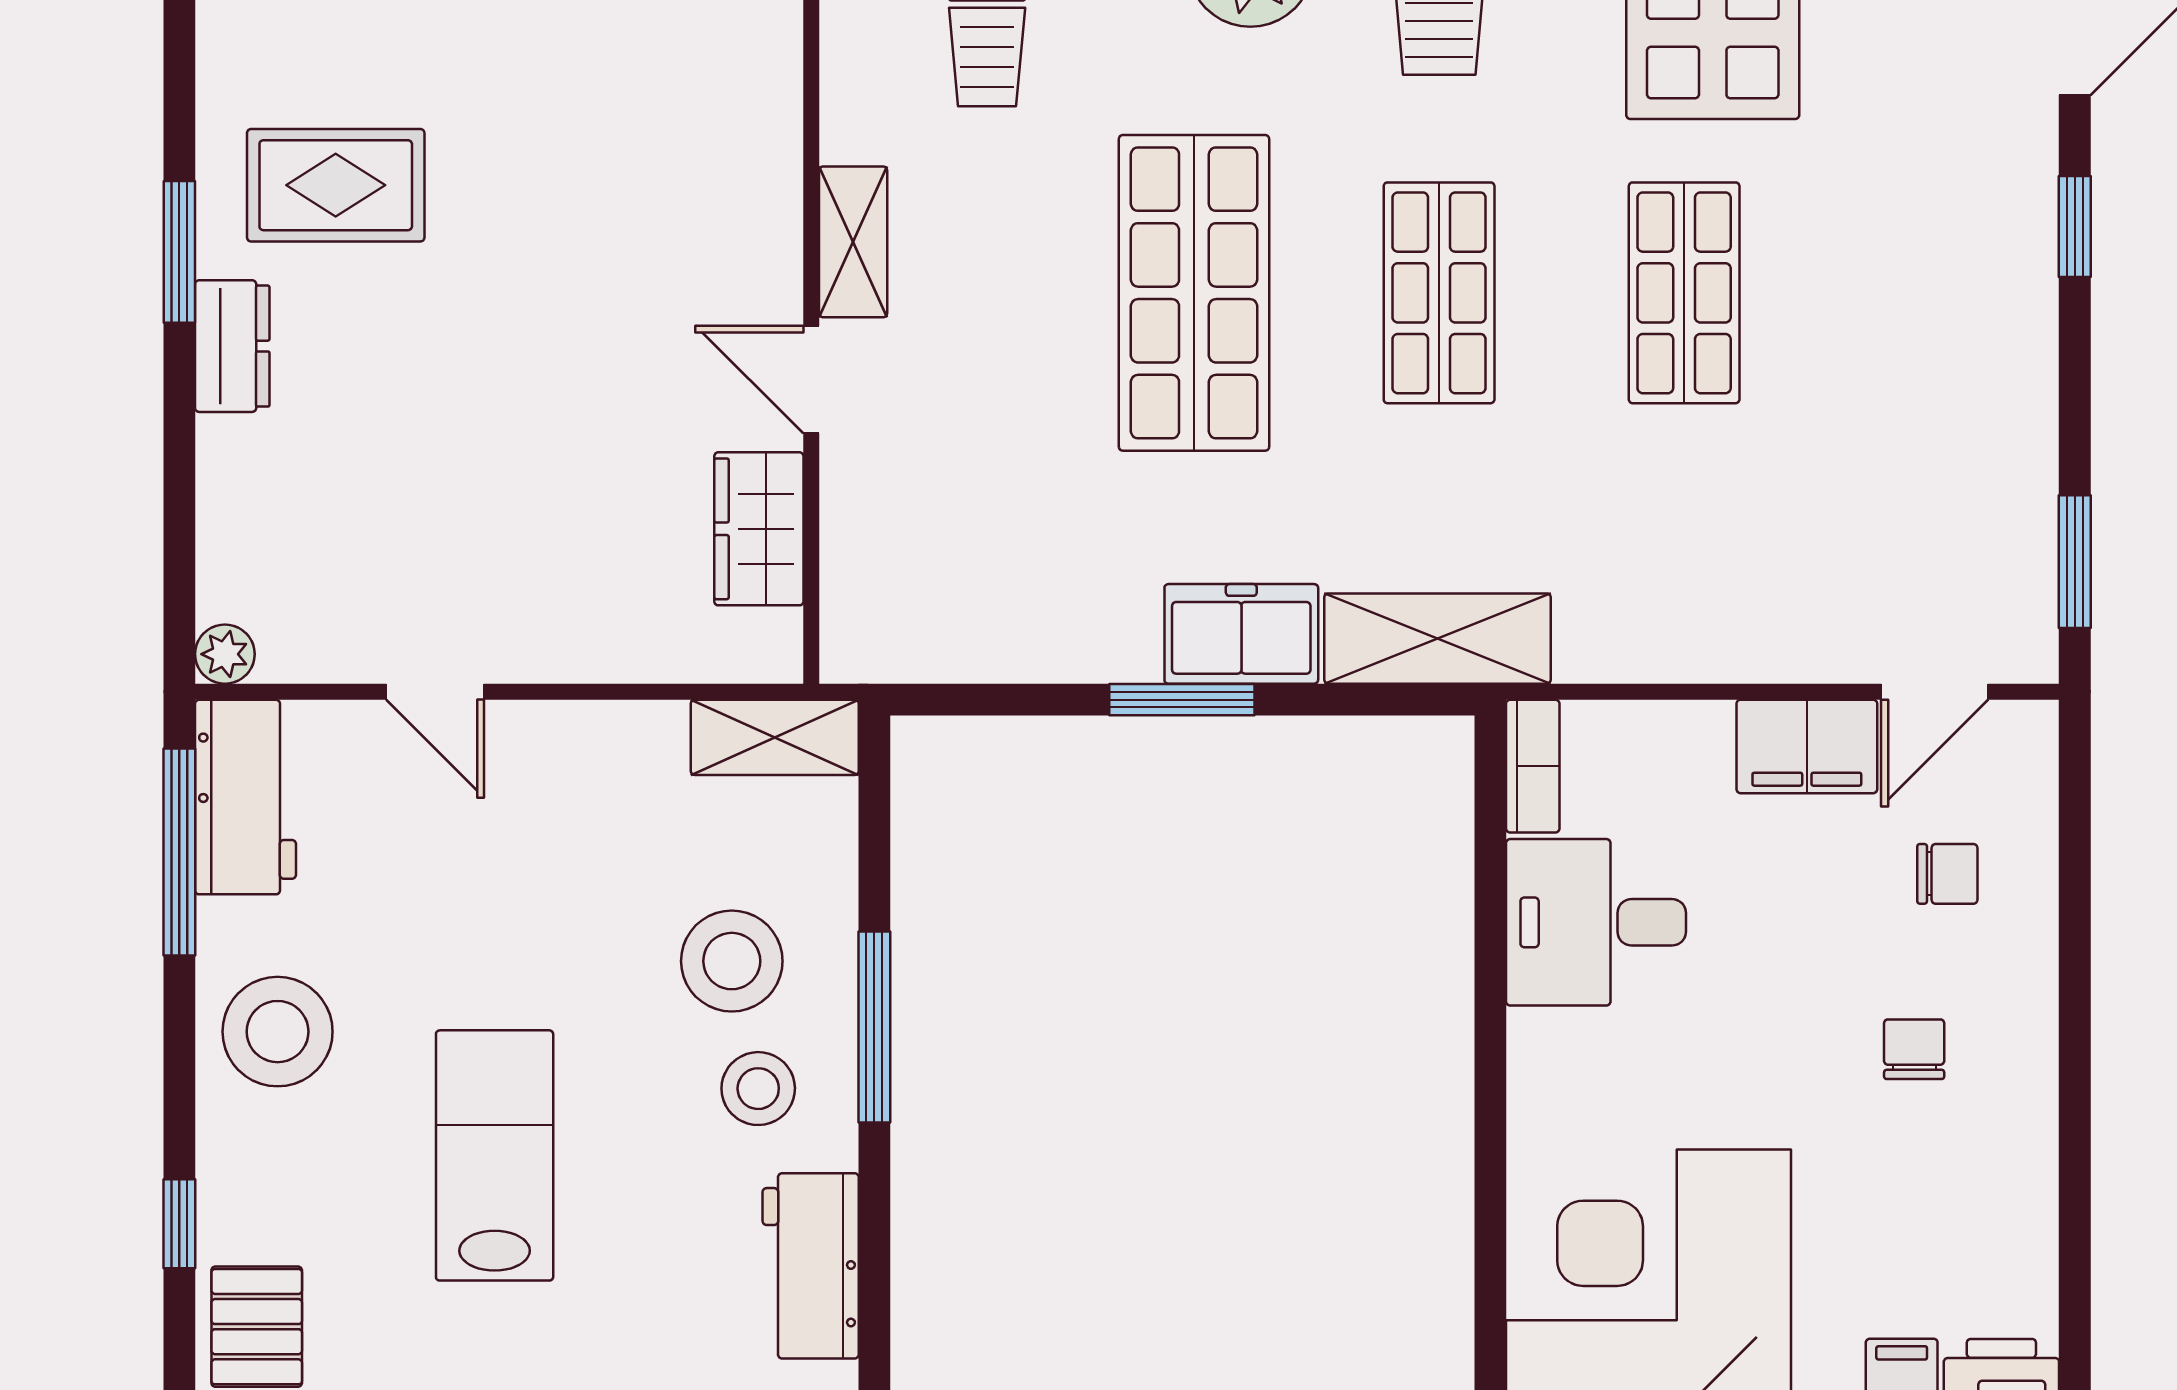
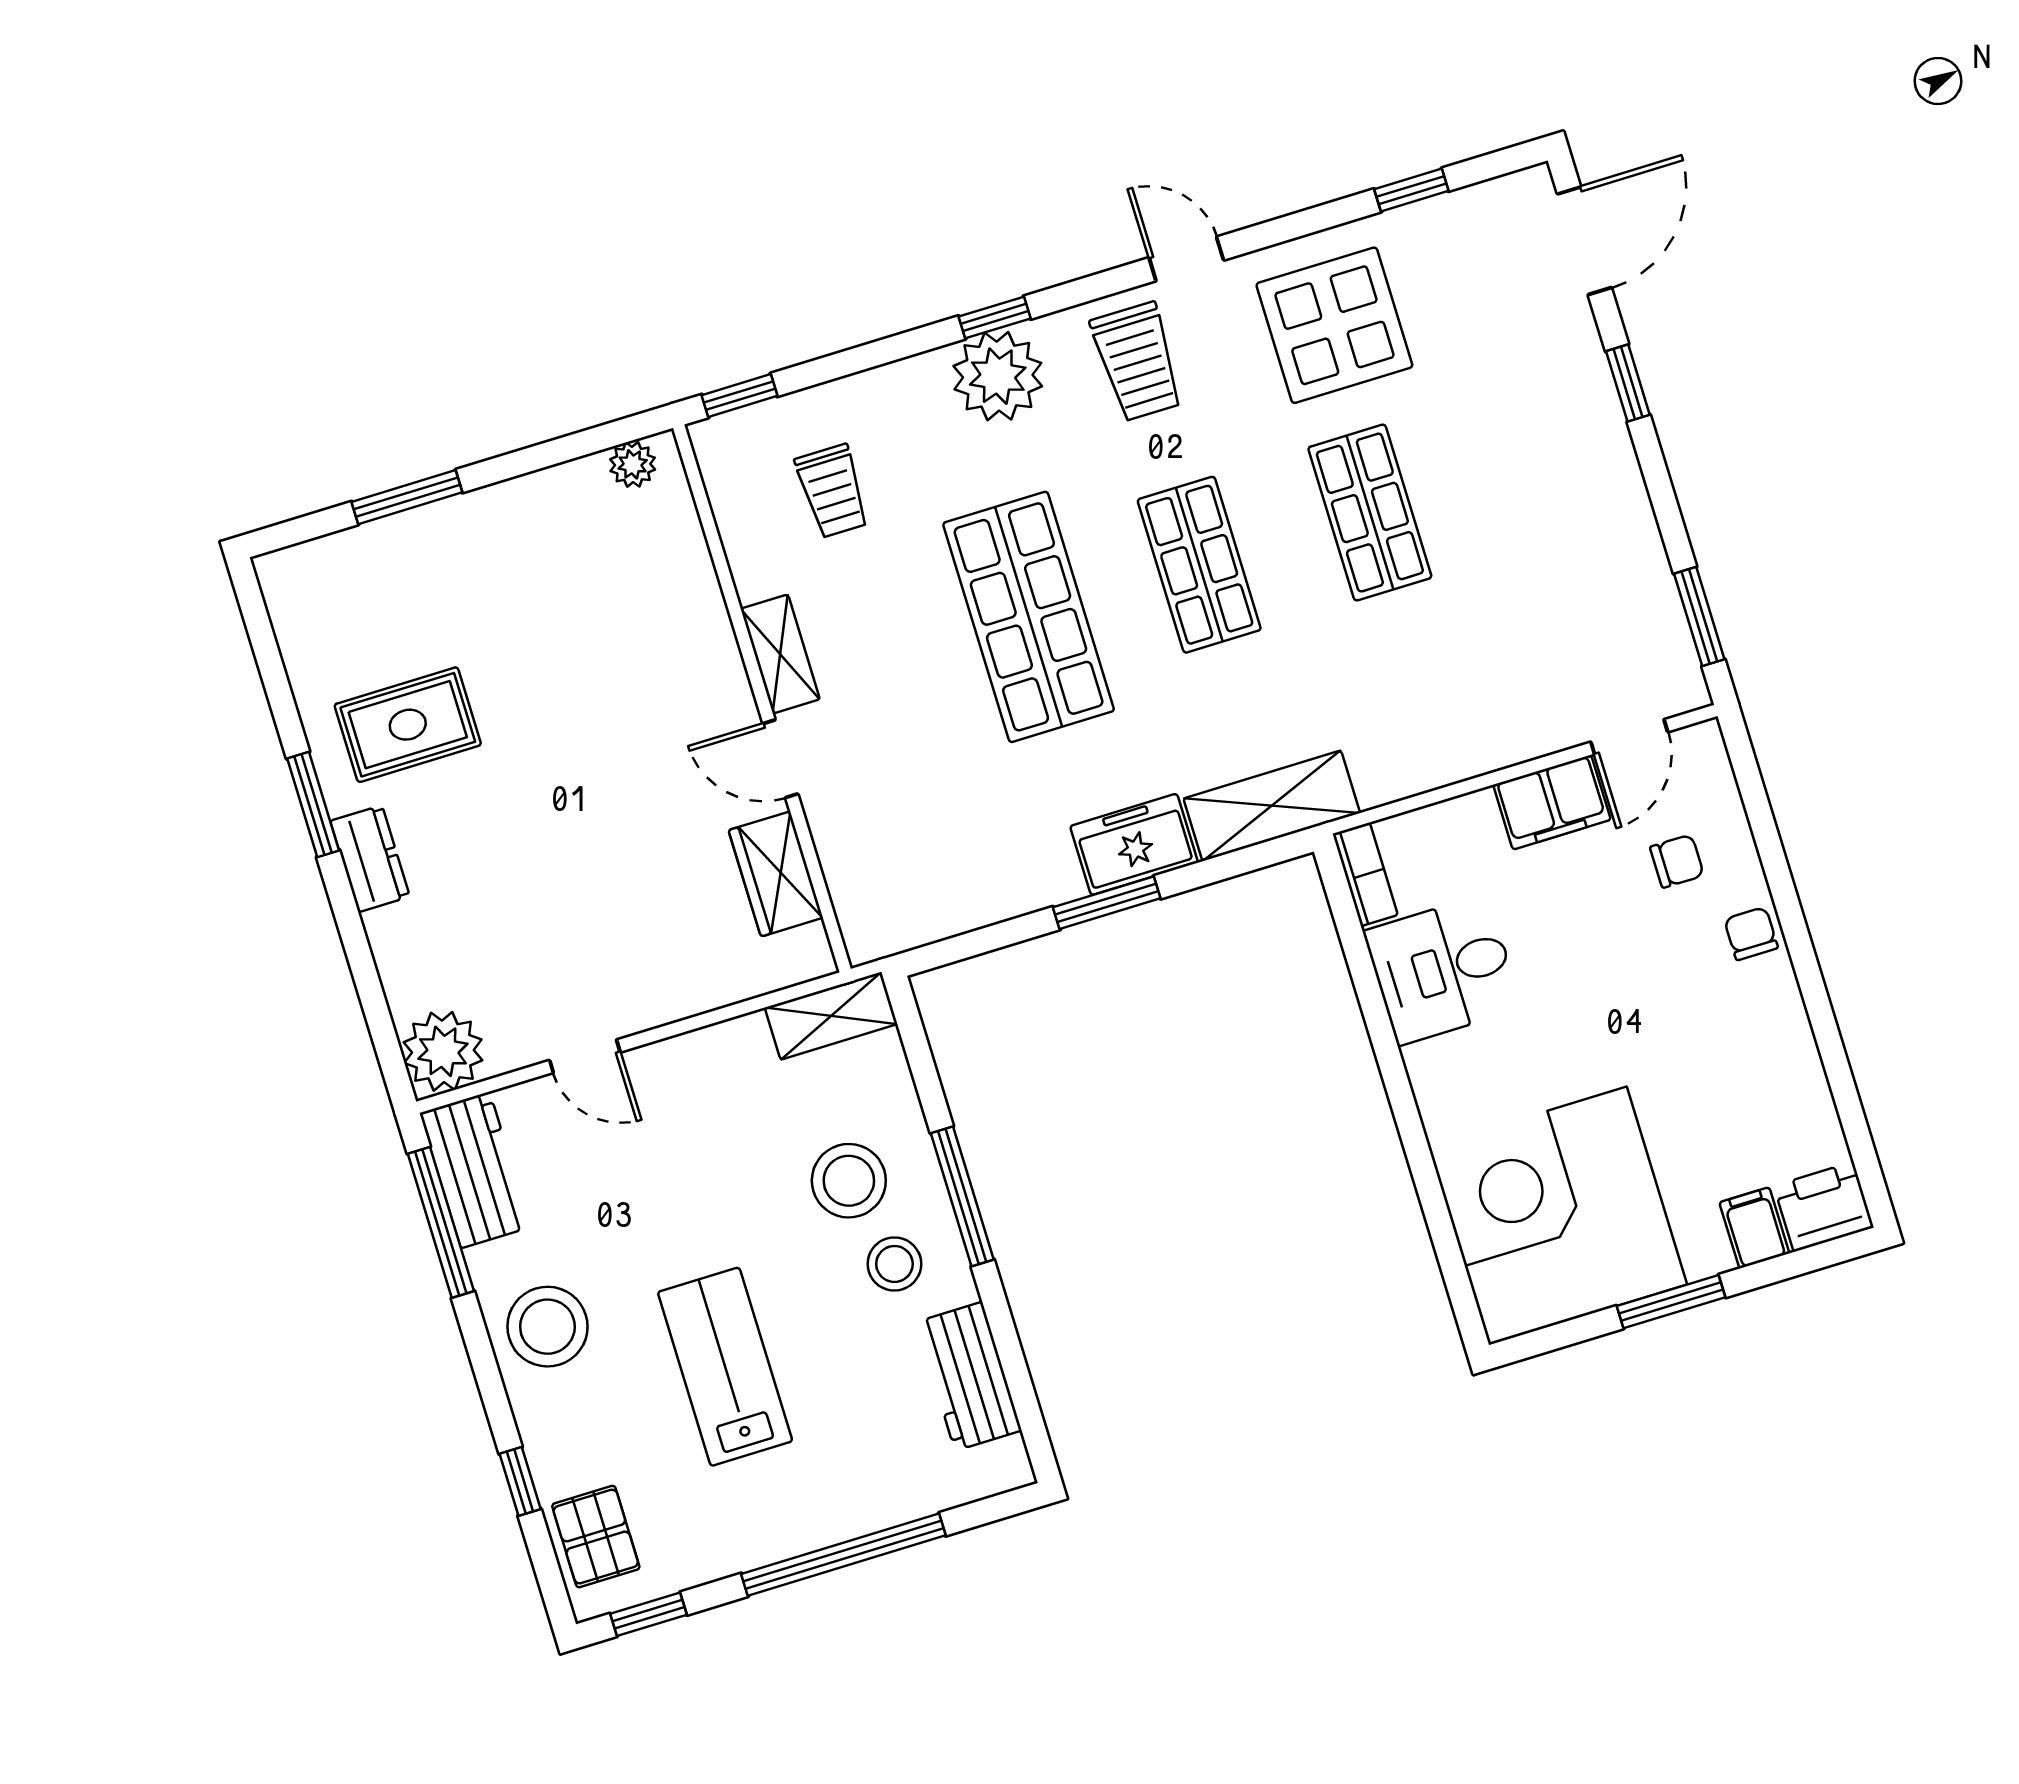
plant: (225, 654) -> (443, 1051), width x1.87, depth x1.87
chair: (1914, 1049) -> (1751, 934), moved

